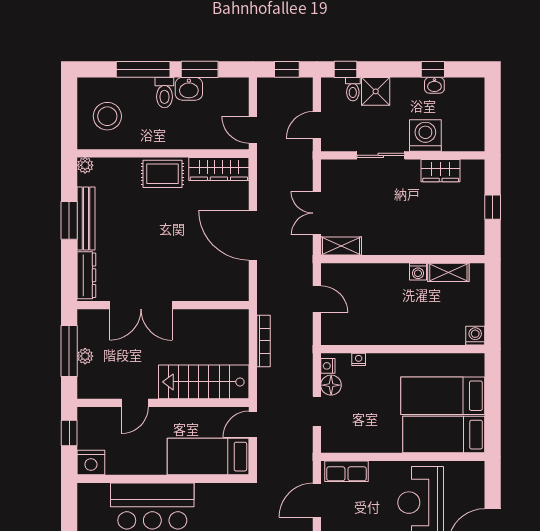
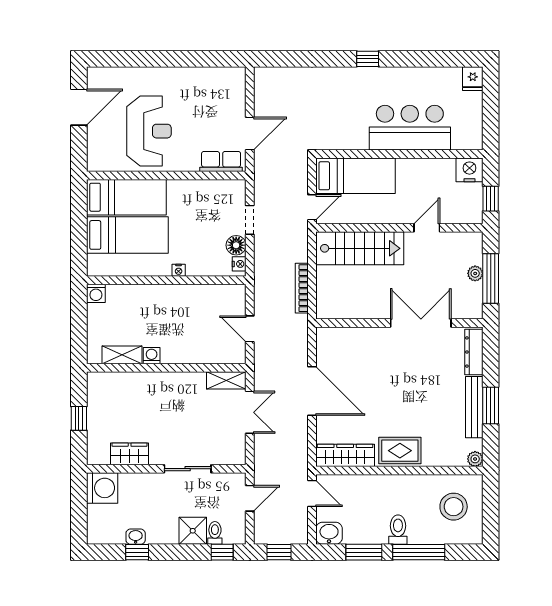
washbasin: (189, 89) -> (329, 533), moved
washing machine: (425, 135) -> (102, 488), moved, turned -90
nightstand: (359, 359) -> (179, 270), moved

